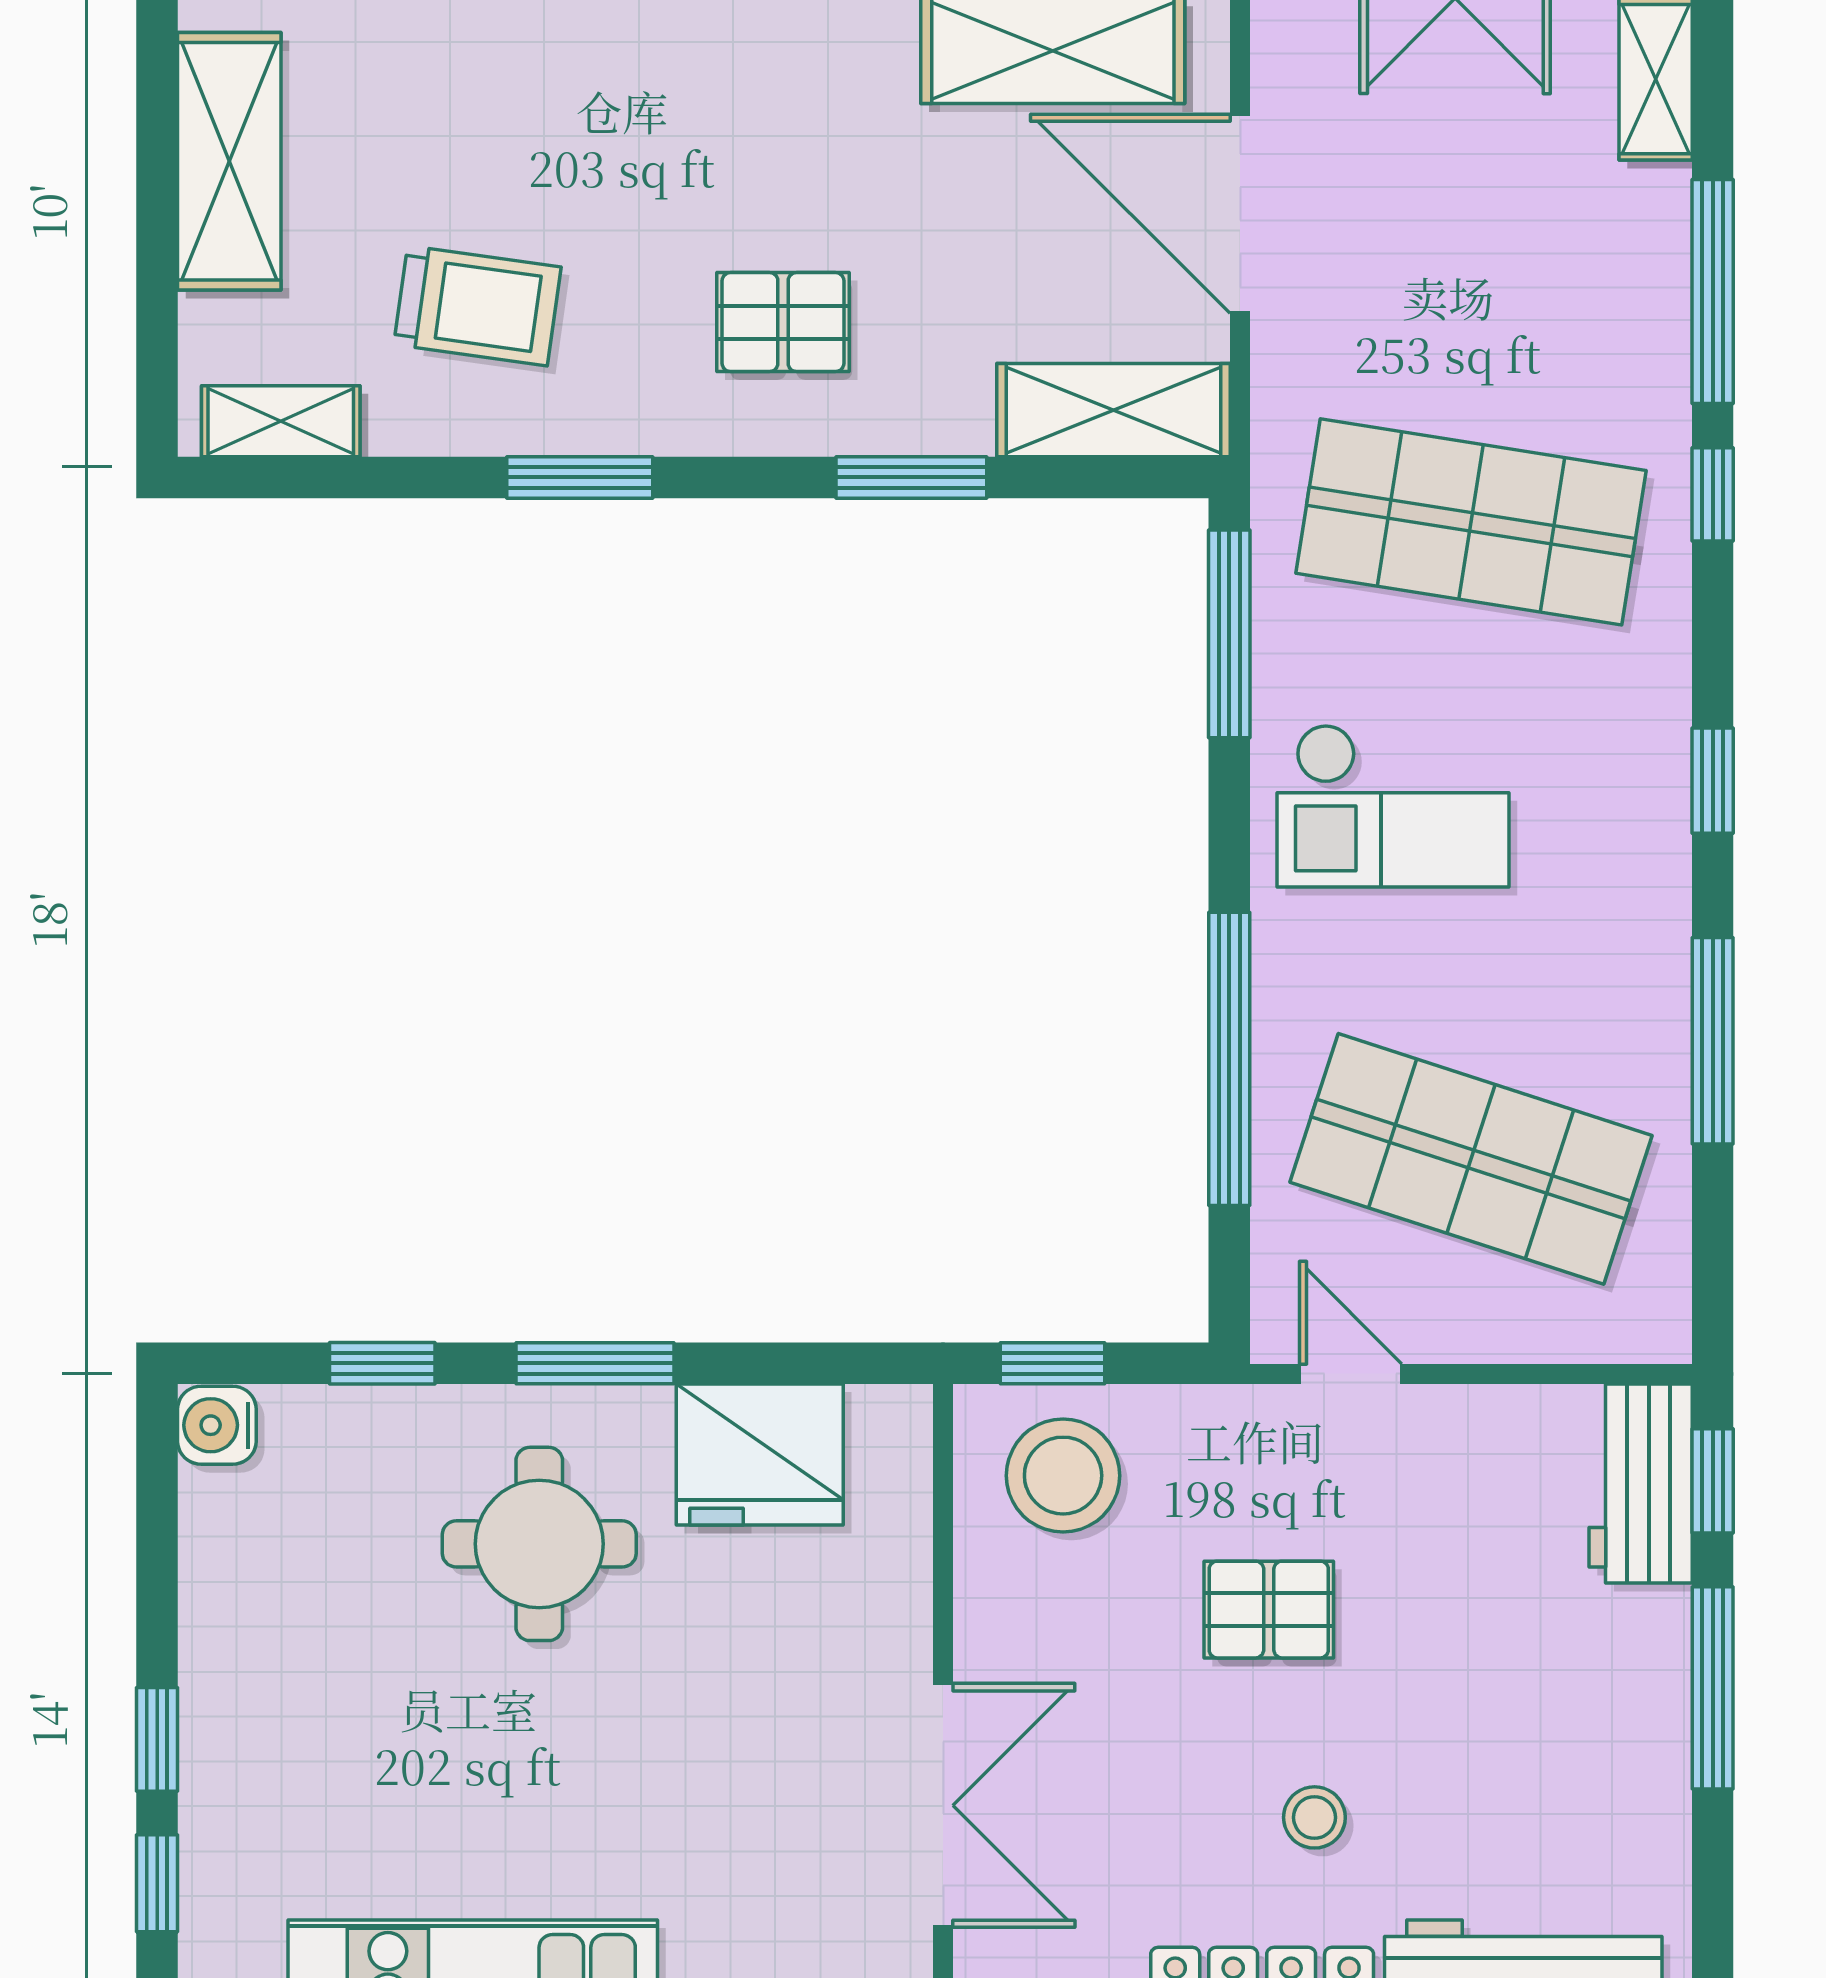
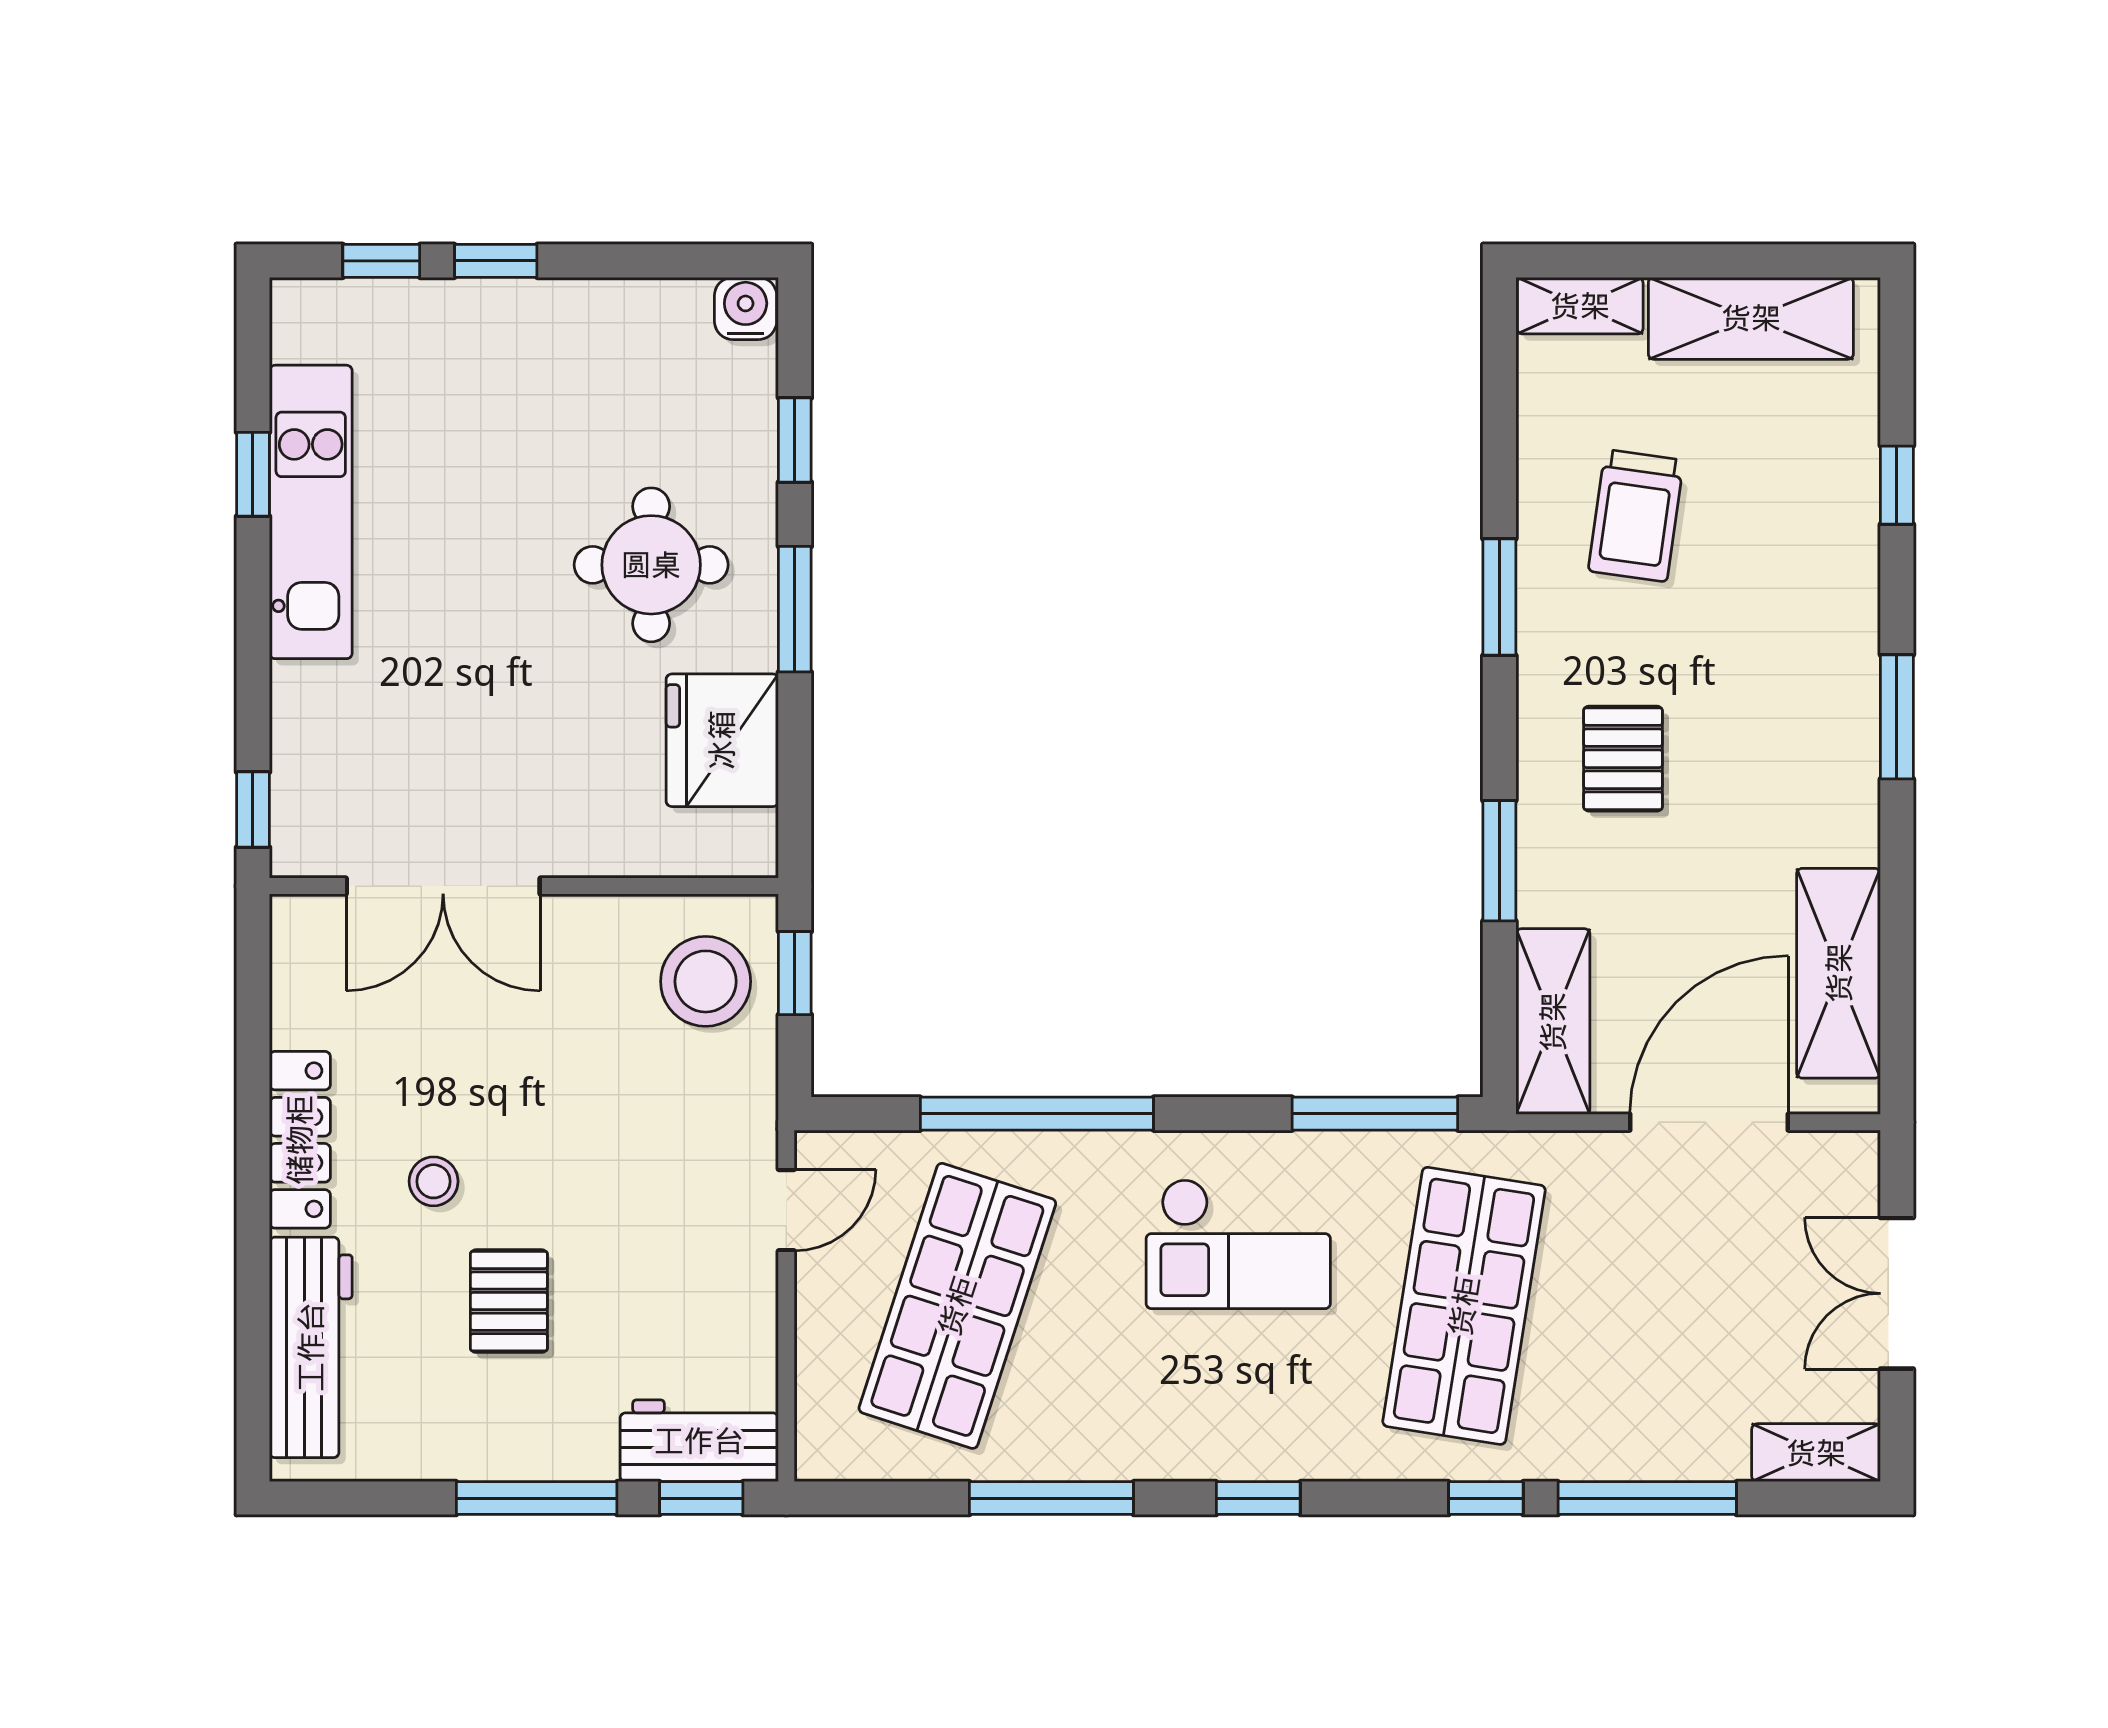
shelving: (281, 421) -> (1580, 306), moved, turned 90
checkout: (1393, 806) -> (1238, 1244), turned -90
pallet: (1269, 1610) -> (509, 1301), moved

